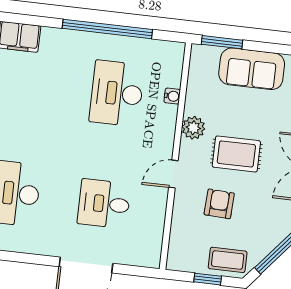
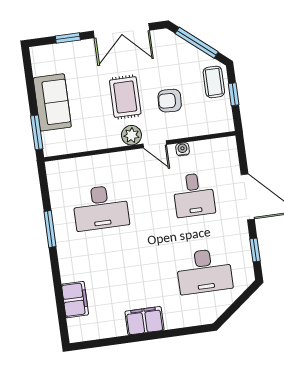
window: (107, 29) -> (50, 229), width x0.47
water cooler: (172, 96) -> (183, 149), moved
plant: (193, 128) -> (131, 135), moved
window: (23, 258) -> (255, 250), added

